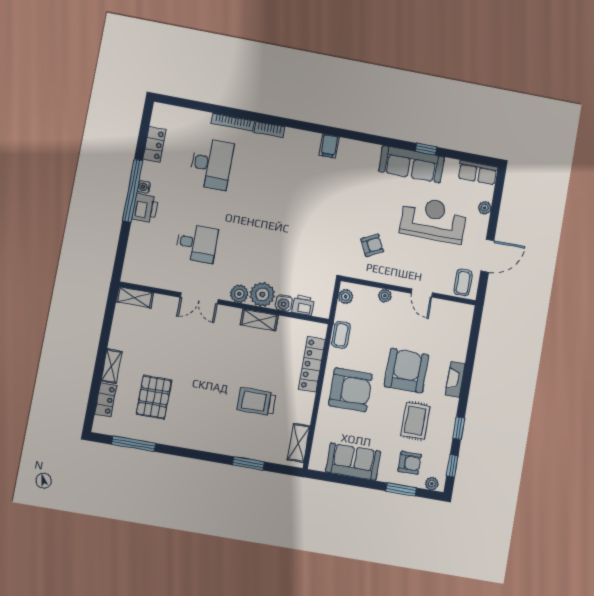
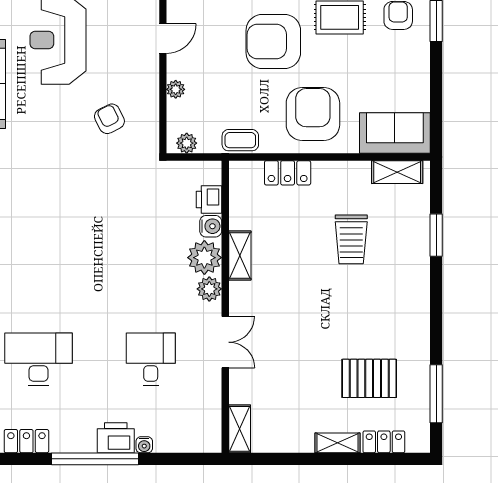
water cooler: (144, 187) -> (144, 445), moved
locker: (312, 364) -> (288, 173), width x0.66
sofa: (353, 462) -> (395, 133), moved, turned 90

